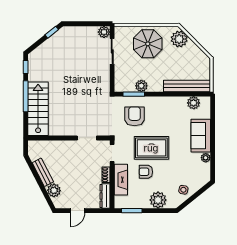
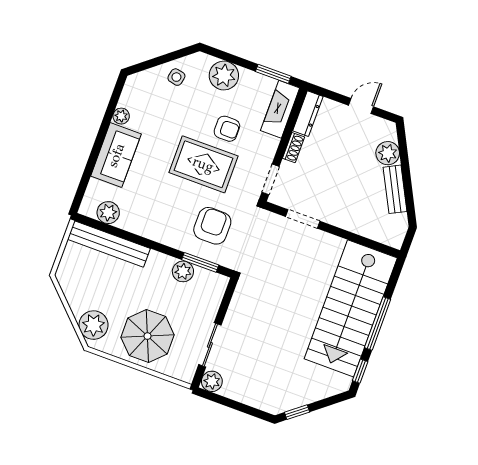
stairs: (38, 109) -> (351, 308), width x1.36, depth x1.51
armchair: (134, 116) -> (212, 226), turned 180
fireplace: (121, 180) -> (280, 109), moved

